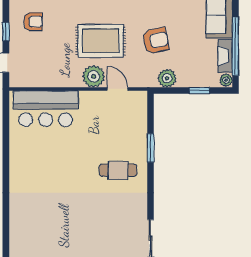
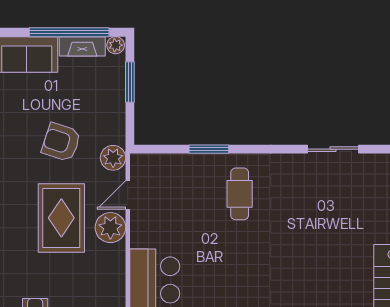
armchair: (156, 41) -> (61, 142), turned -60
plant: (167, 78) -> (113, 158), moved
window: (199, 91) -> (130, 82), width x1.50

